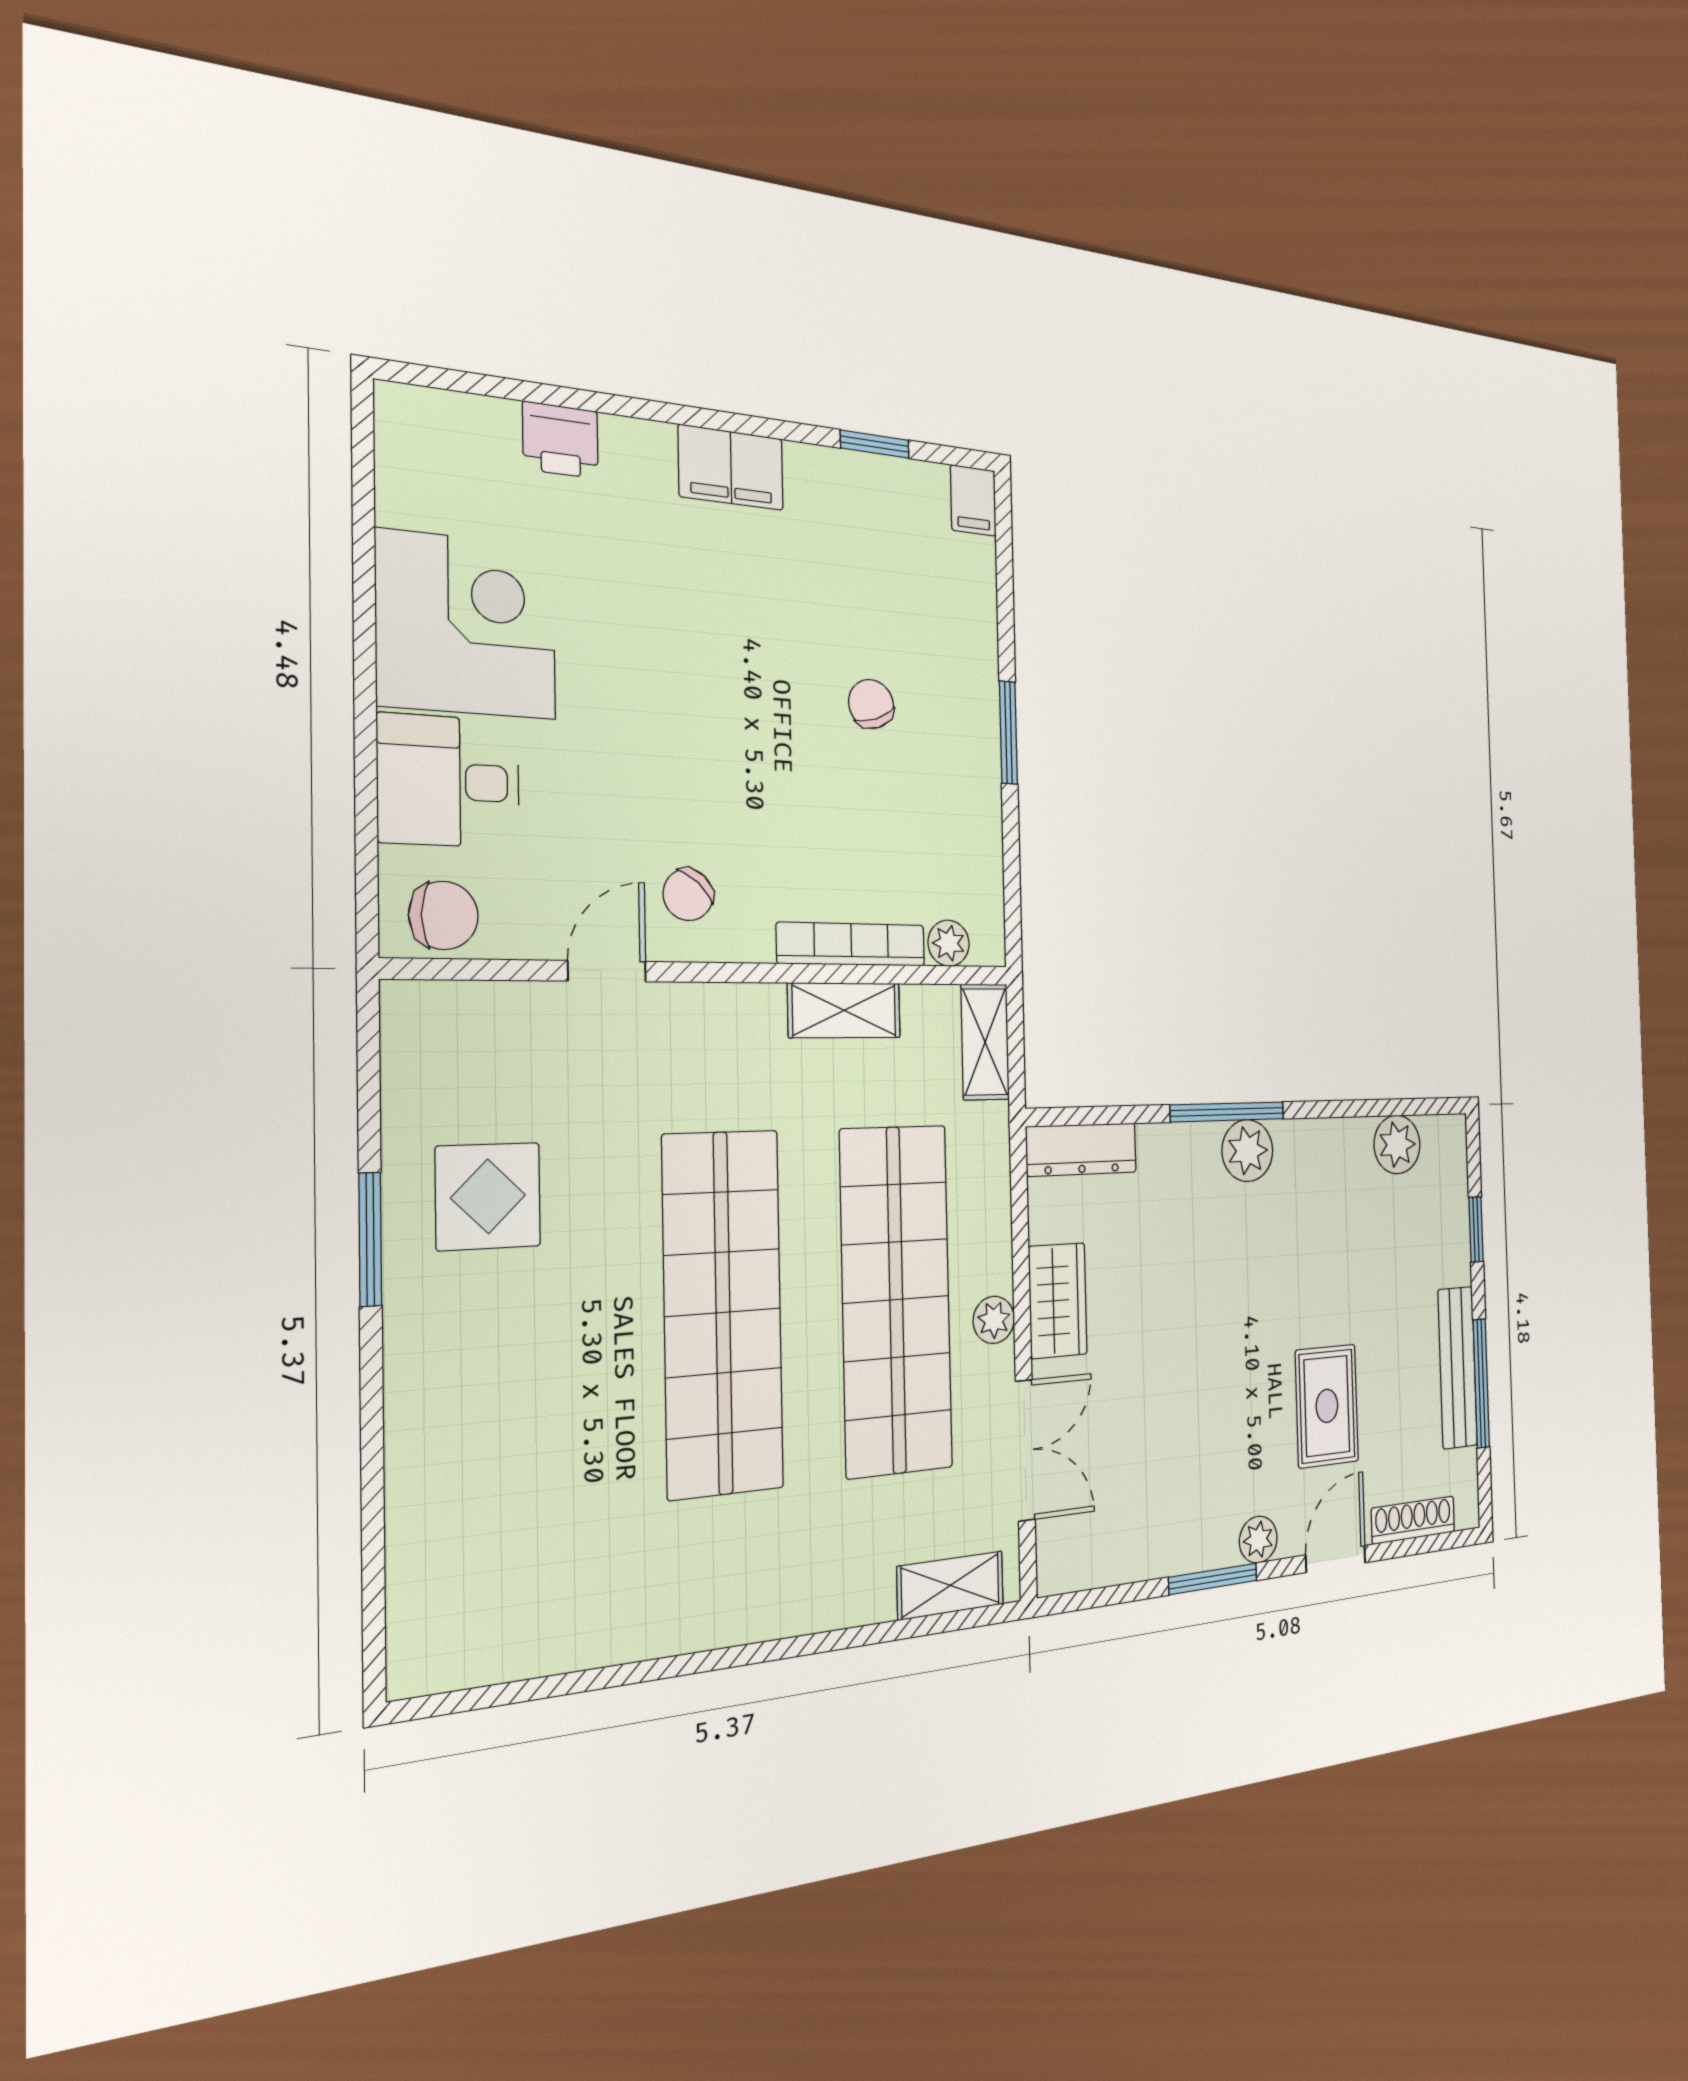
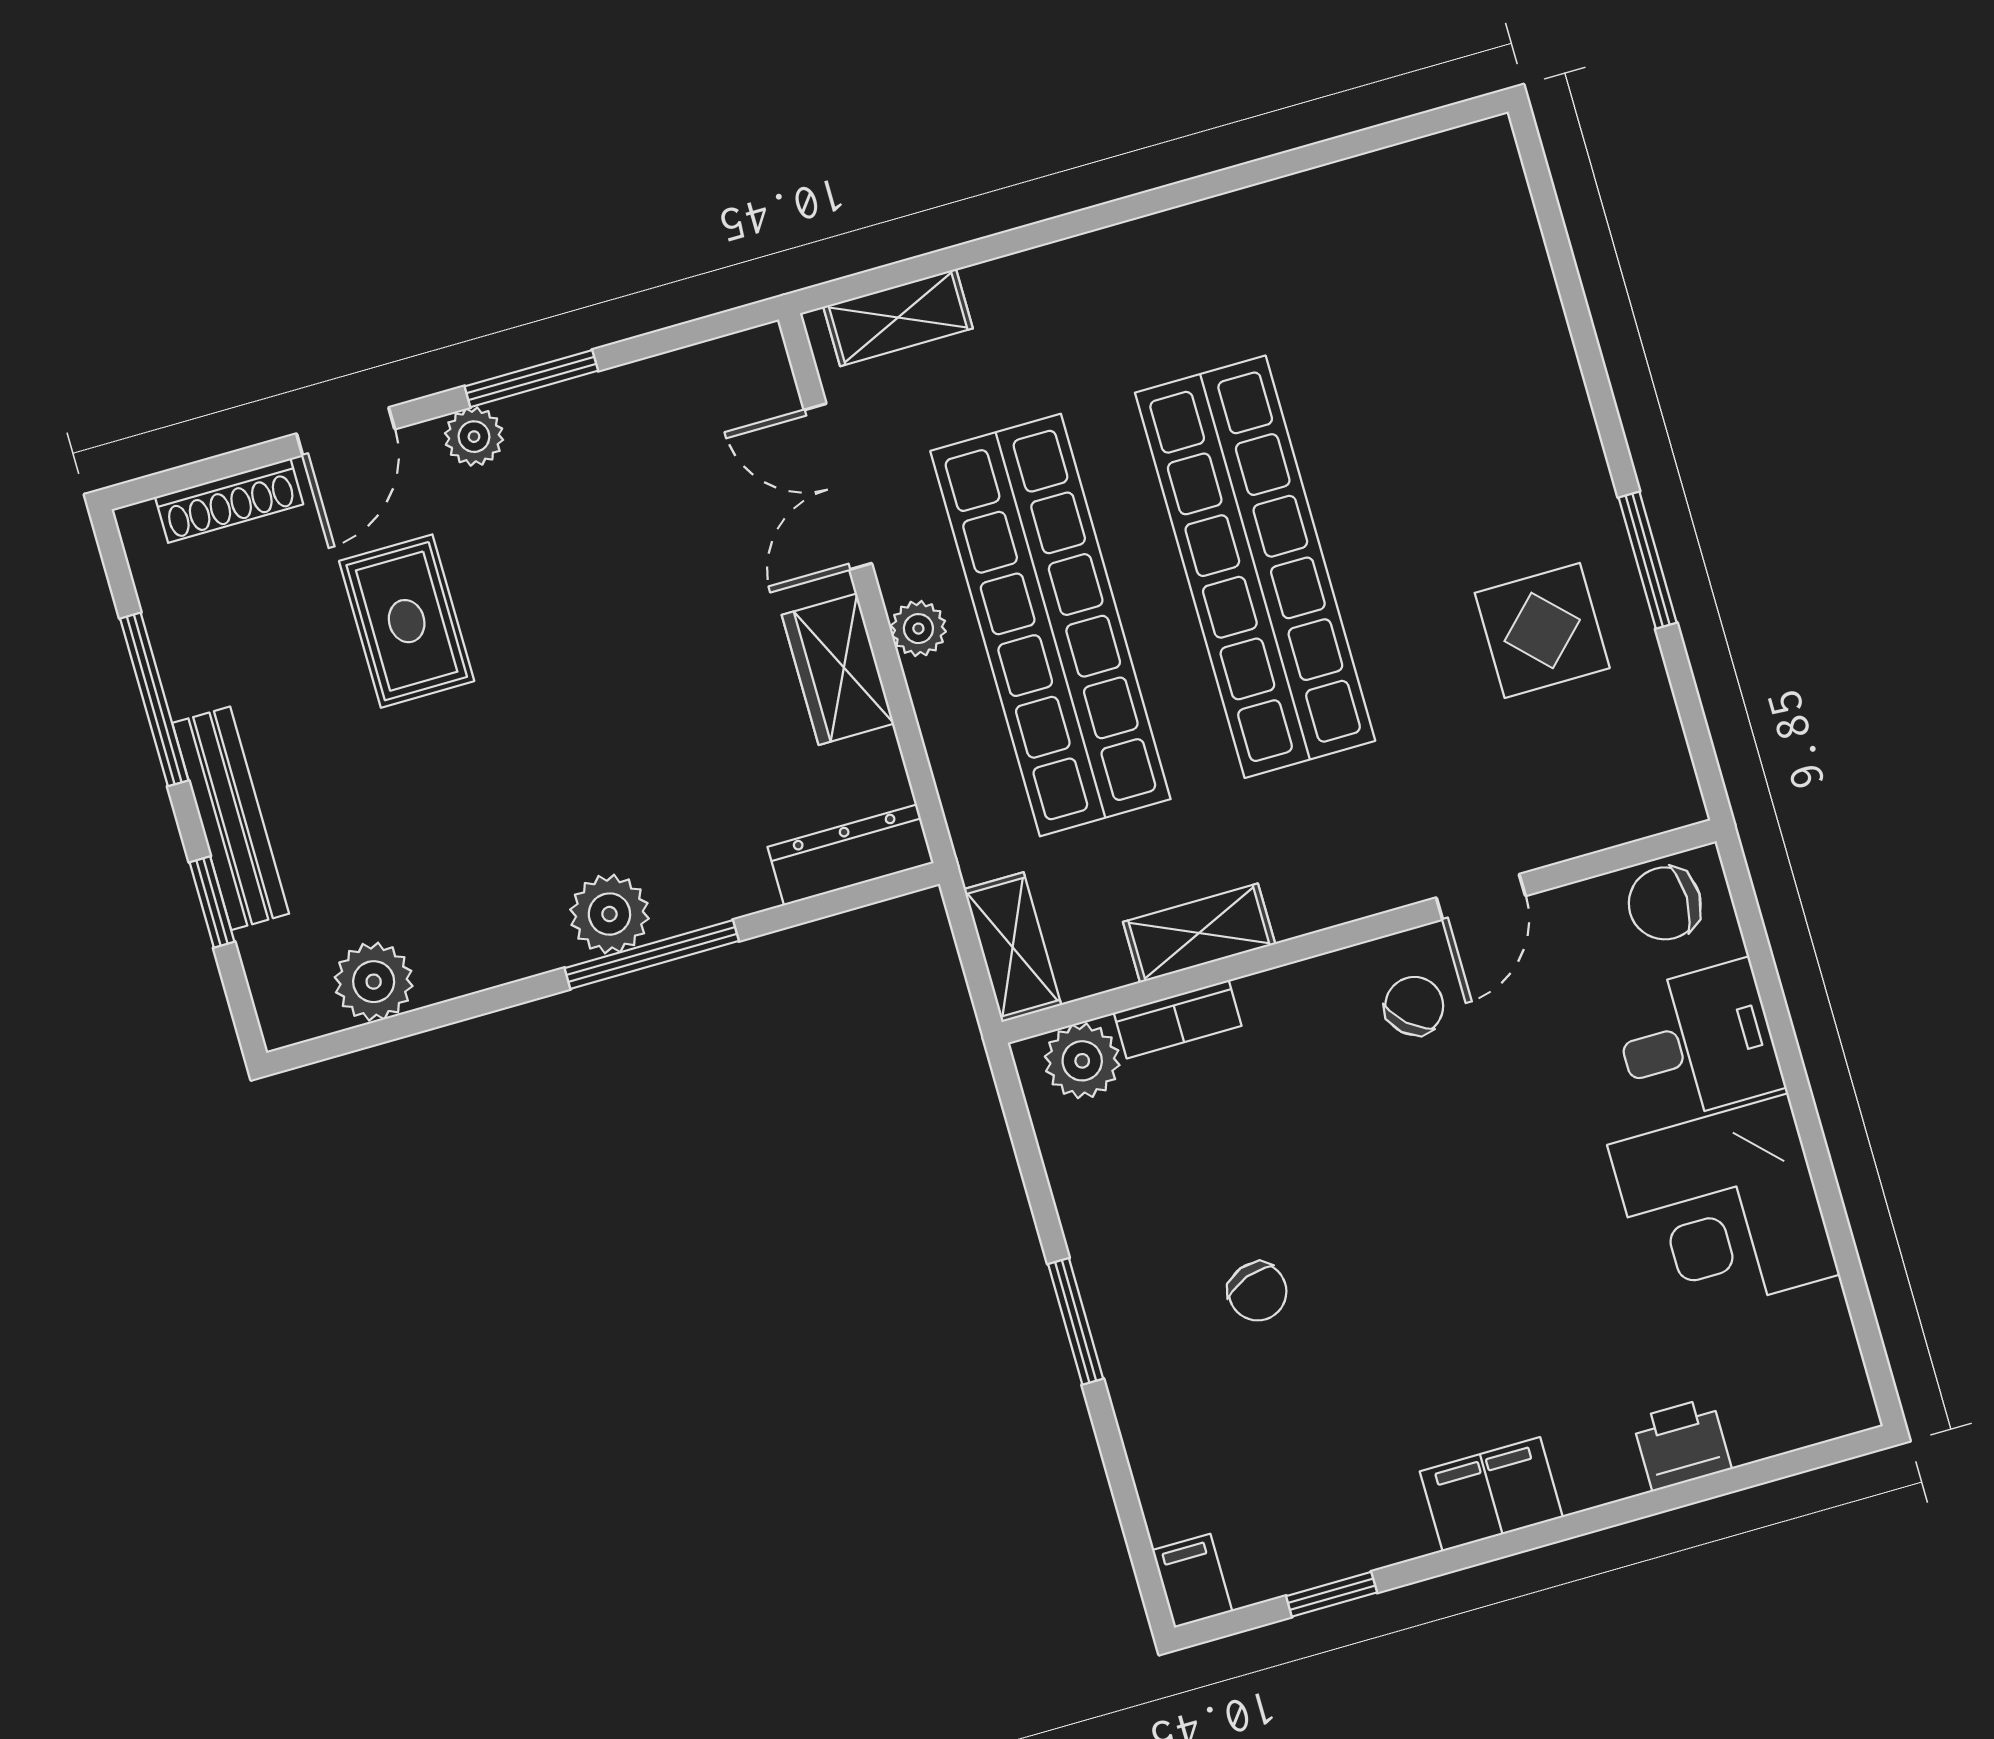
plant: (949, 943) -> (1082, 1061), width x1.38, depth x1.38
bookcase: (851, 944) -> (1178, 1019), width x0.64
bench: (1458, 1367) -> (231, 818), moved

